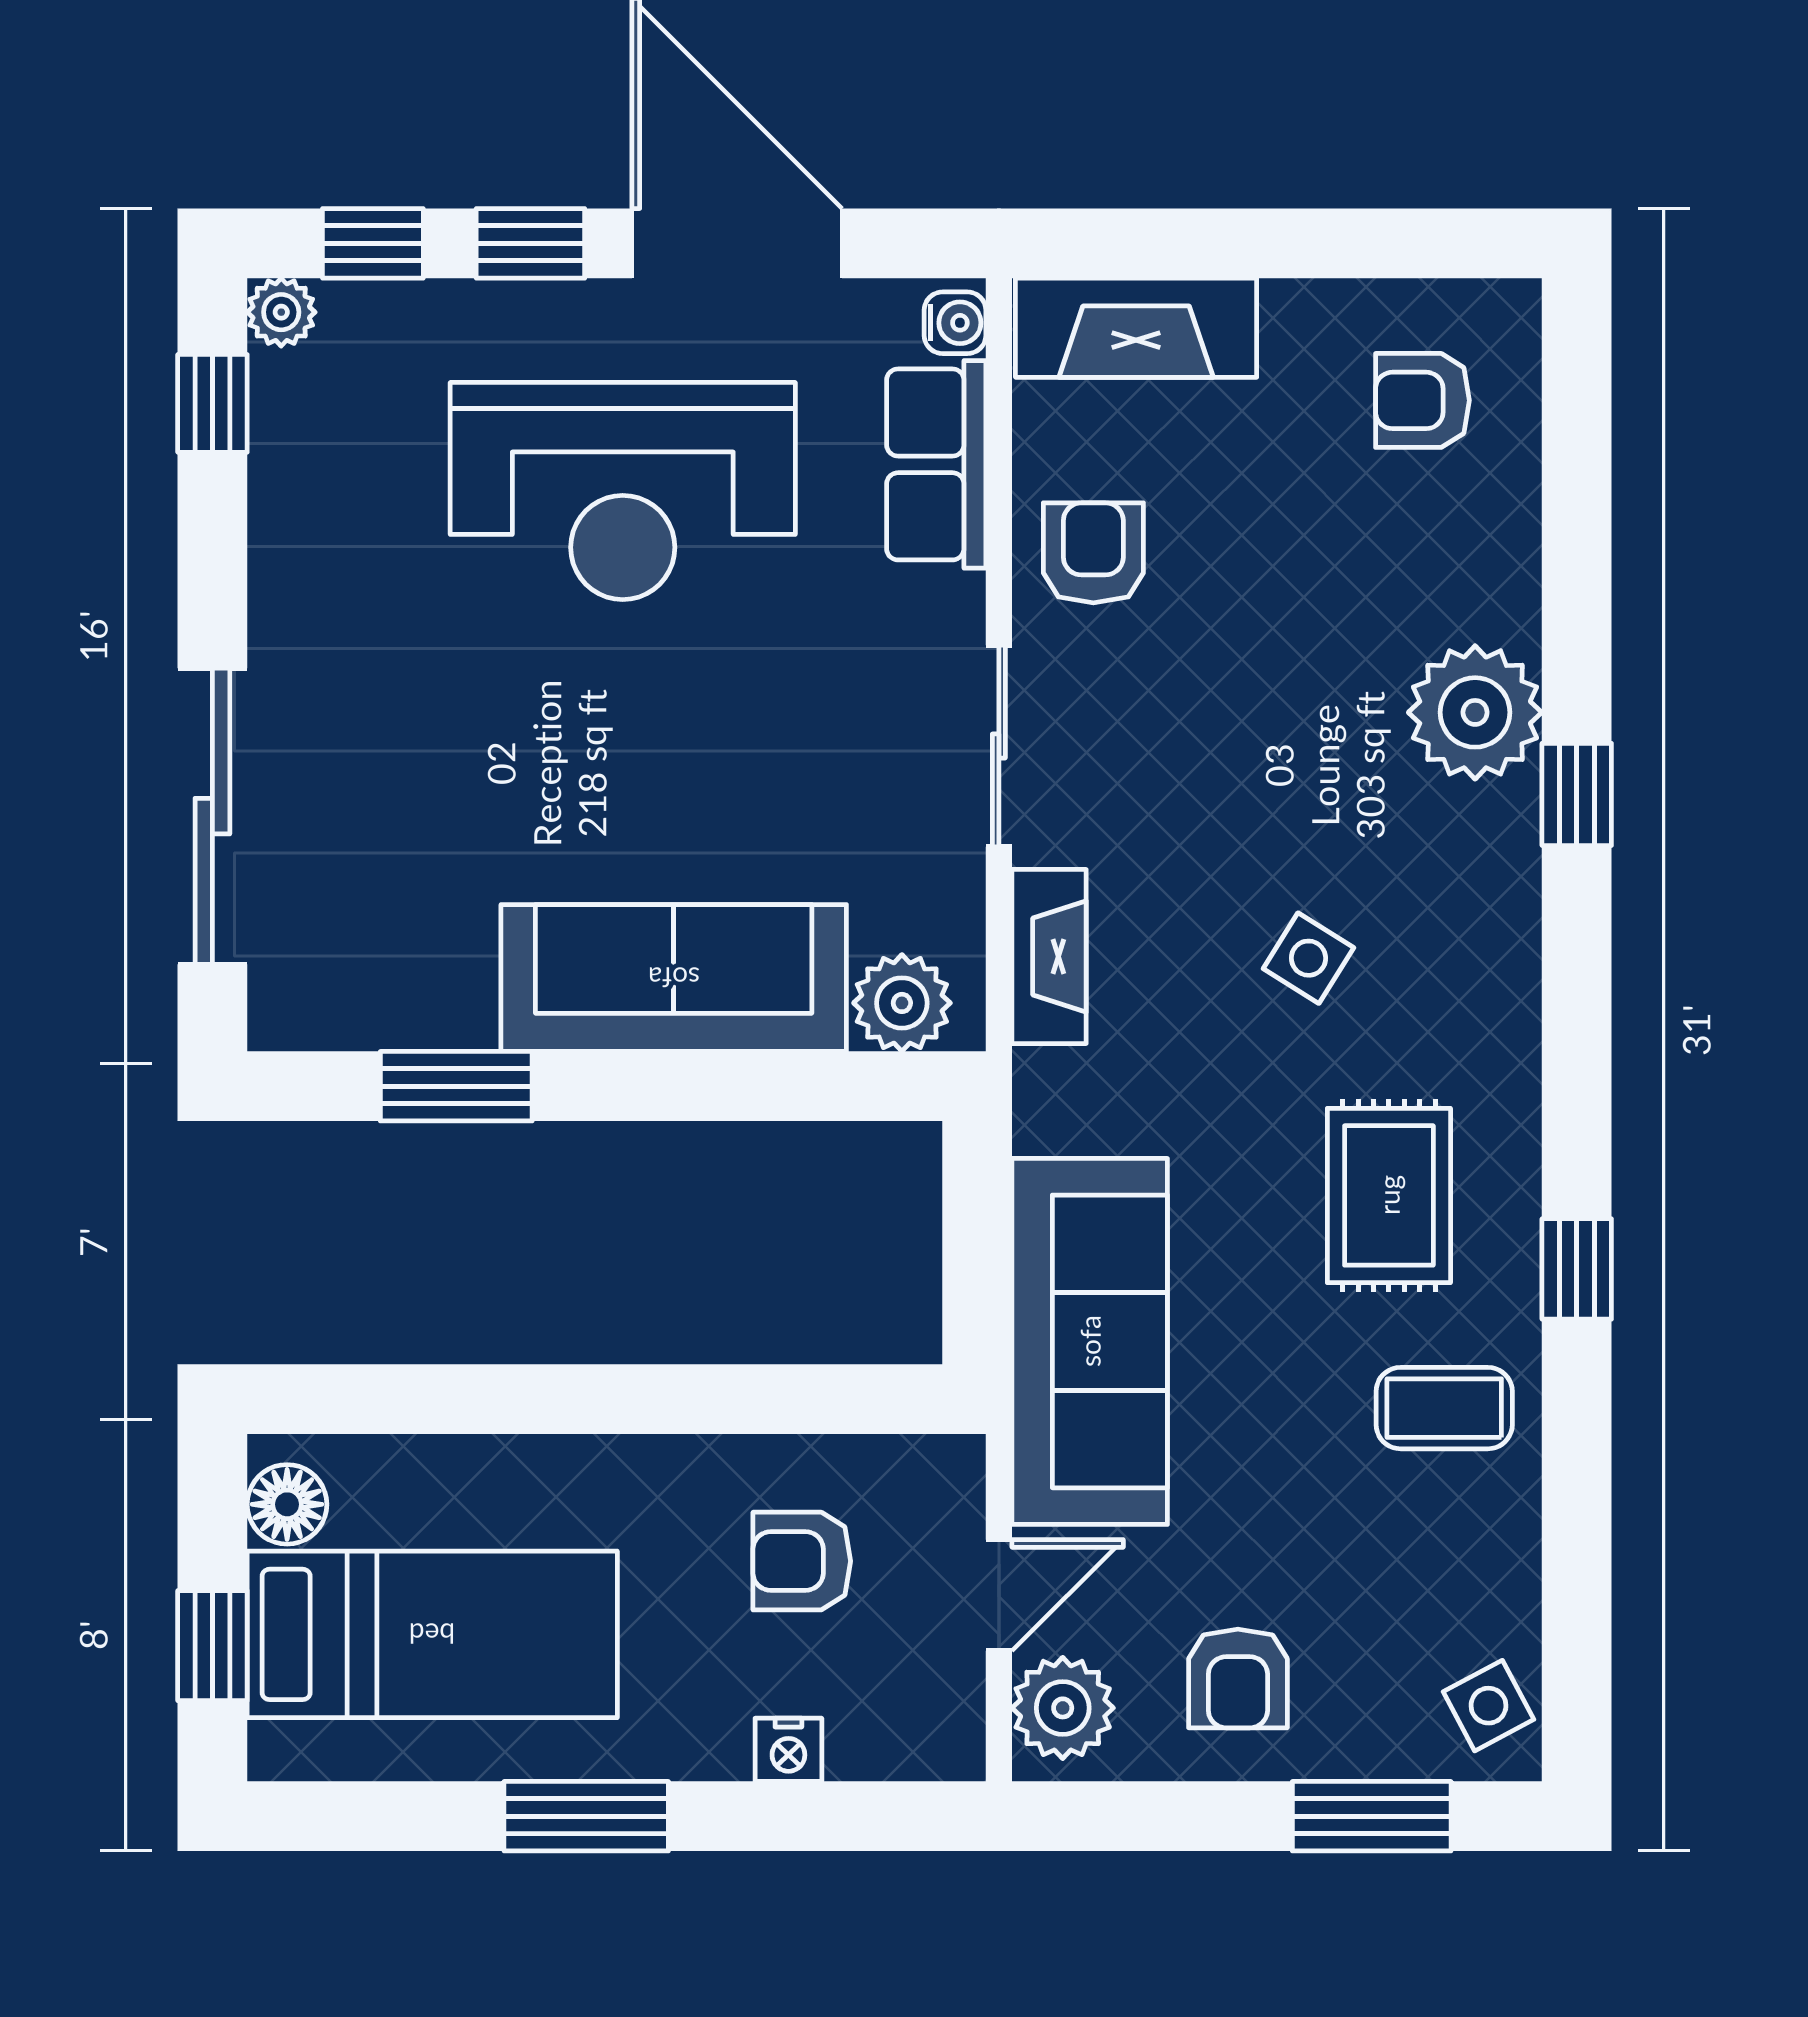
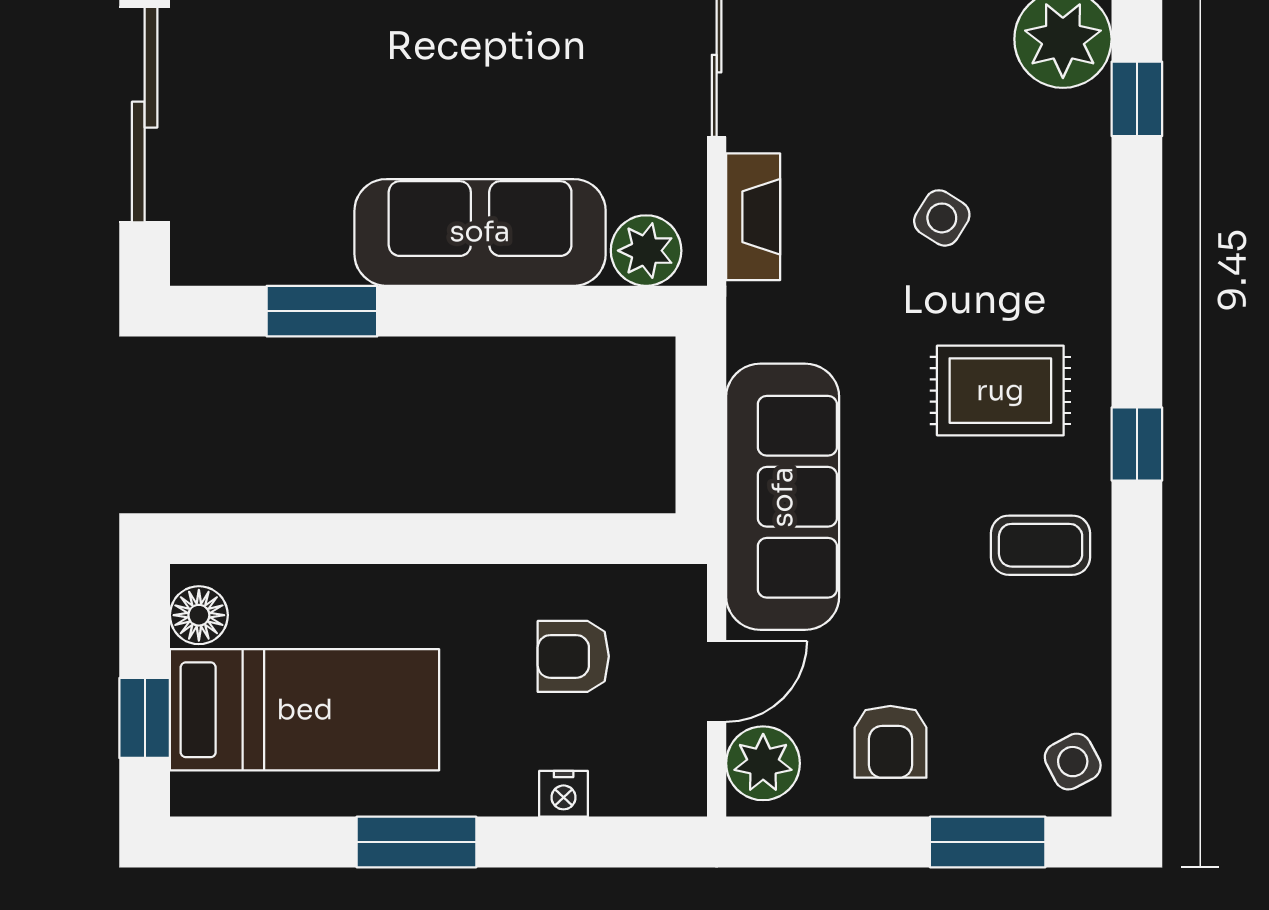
rug: (1389, 1195) -> (1000, 391), turned 90

